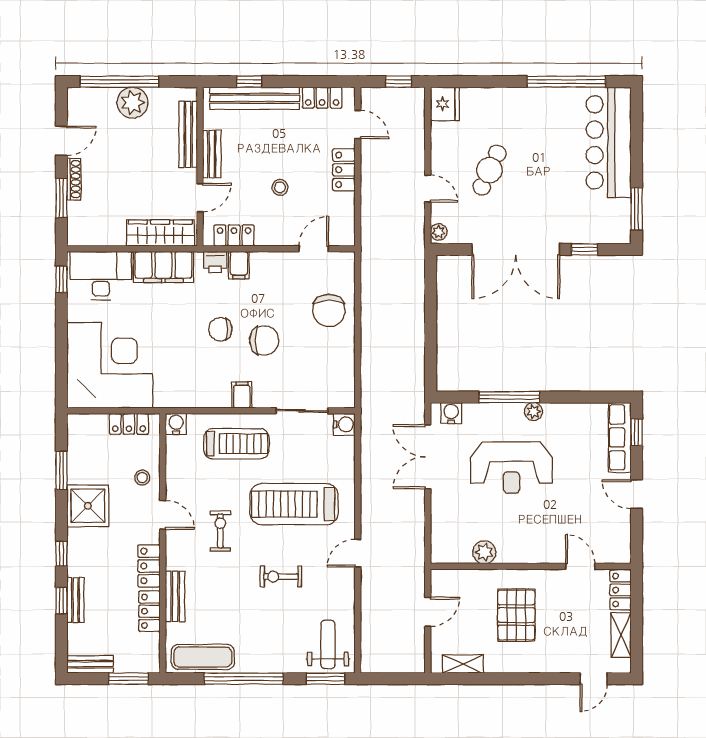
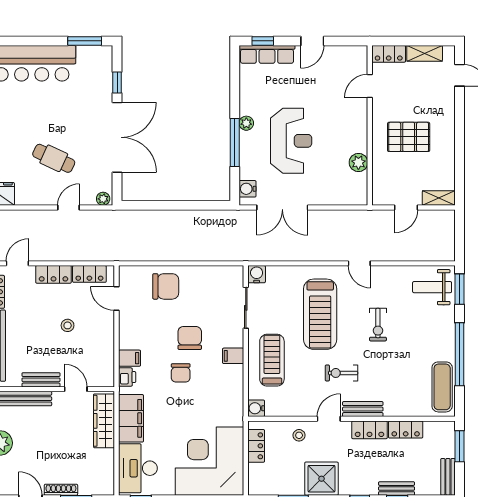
locker: (234, 236) -> (89, 274), moved, turned -90
bench: (175, 596) -> (363, 409), moved
door: (428, 612) -> (406, 207), swing flipped
shelving: (463, 664) -> (439, 198), moved, turned 90

